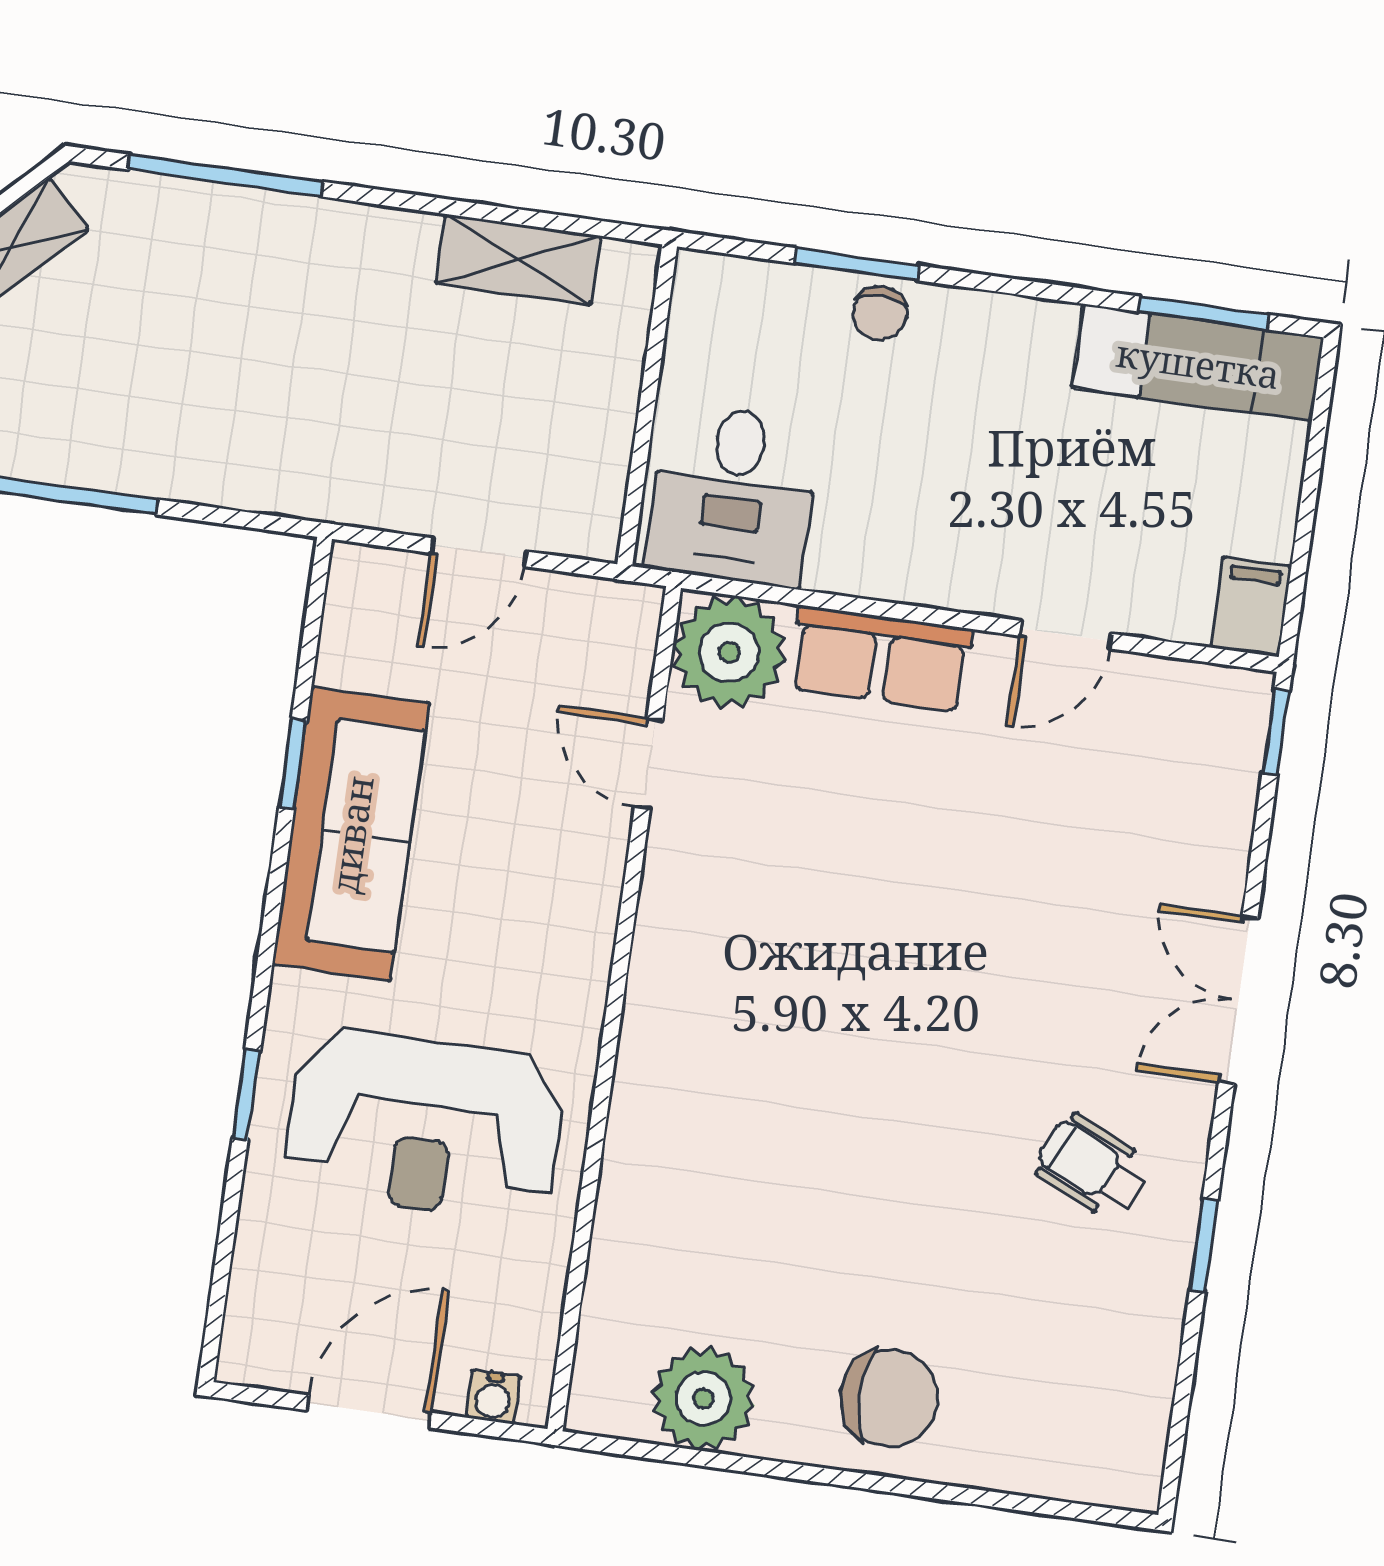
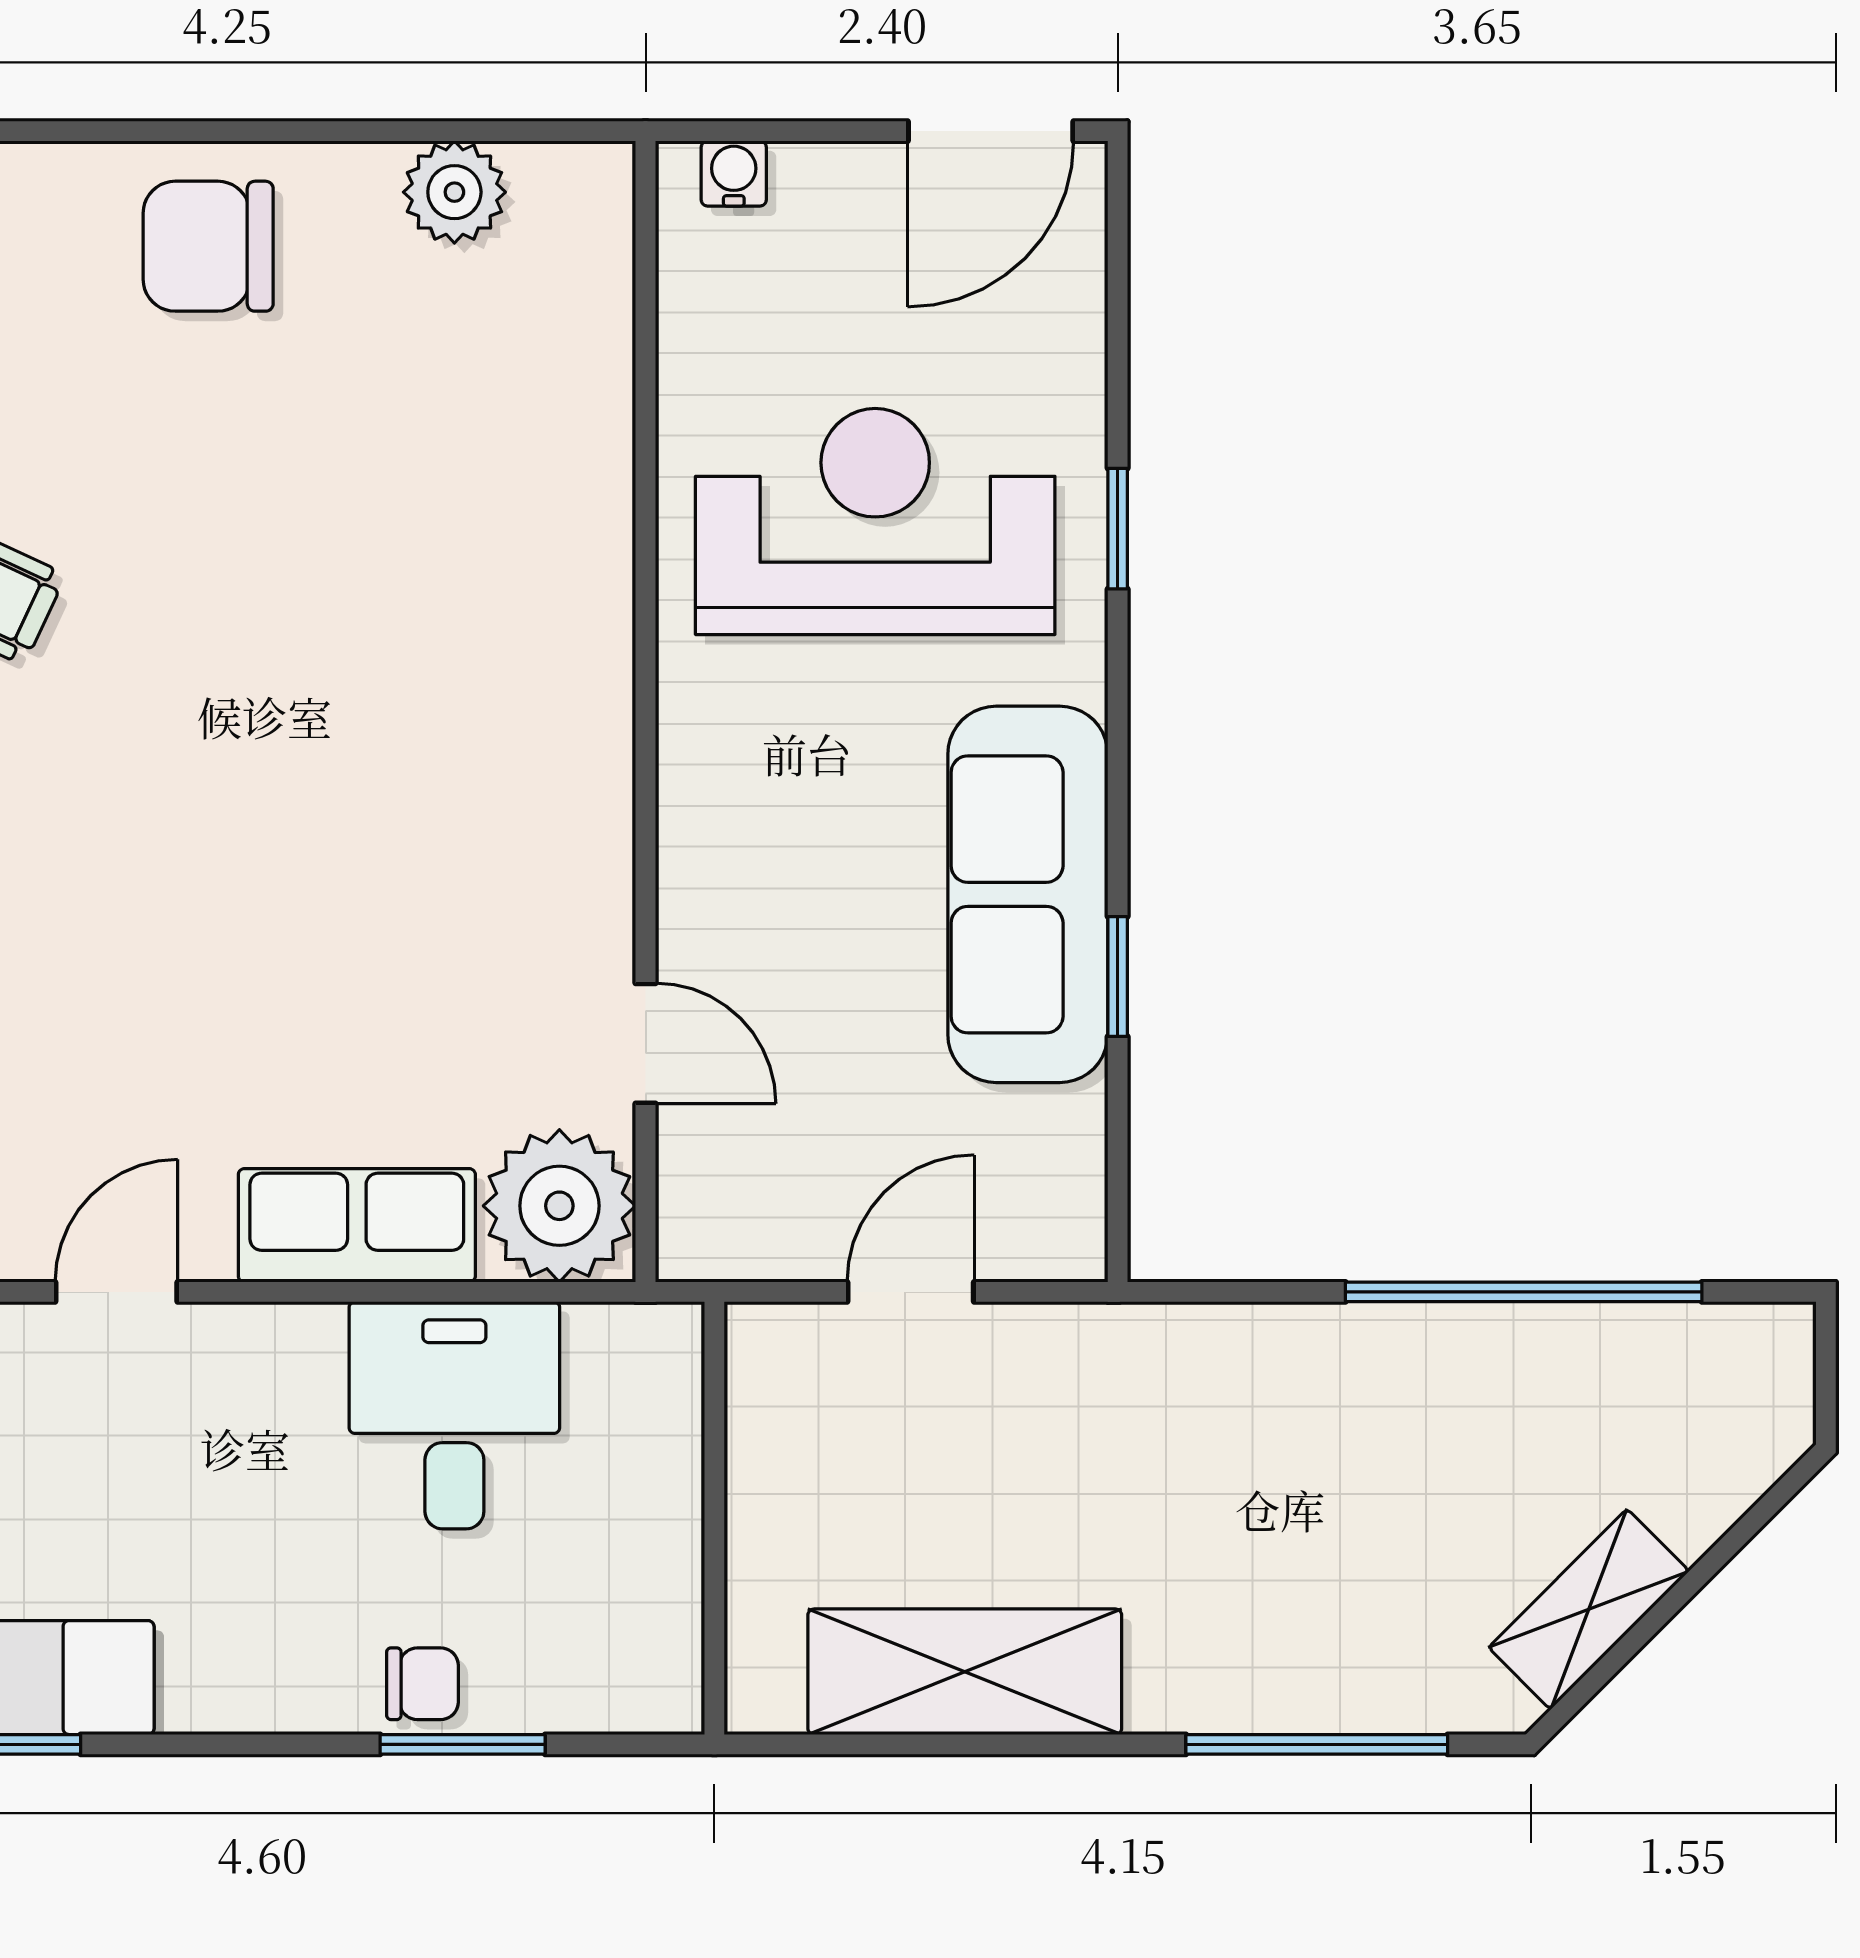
shelving: (518, 260) -> (965, 1672), width x1.50, depth x1.33
chair: (880, 313) -> (423, 1684), turned 90
desk: (733, 495) -> (454, 1415), moved
plant: (703, 1399) -> (454, 192), width x0.73, depth x0.73
door: (369, 1412) -> (991, 131), moved

